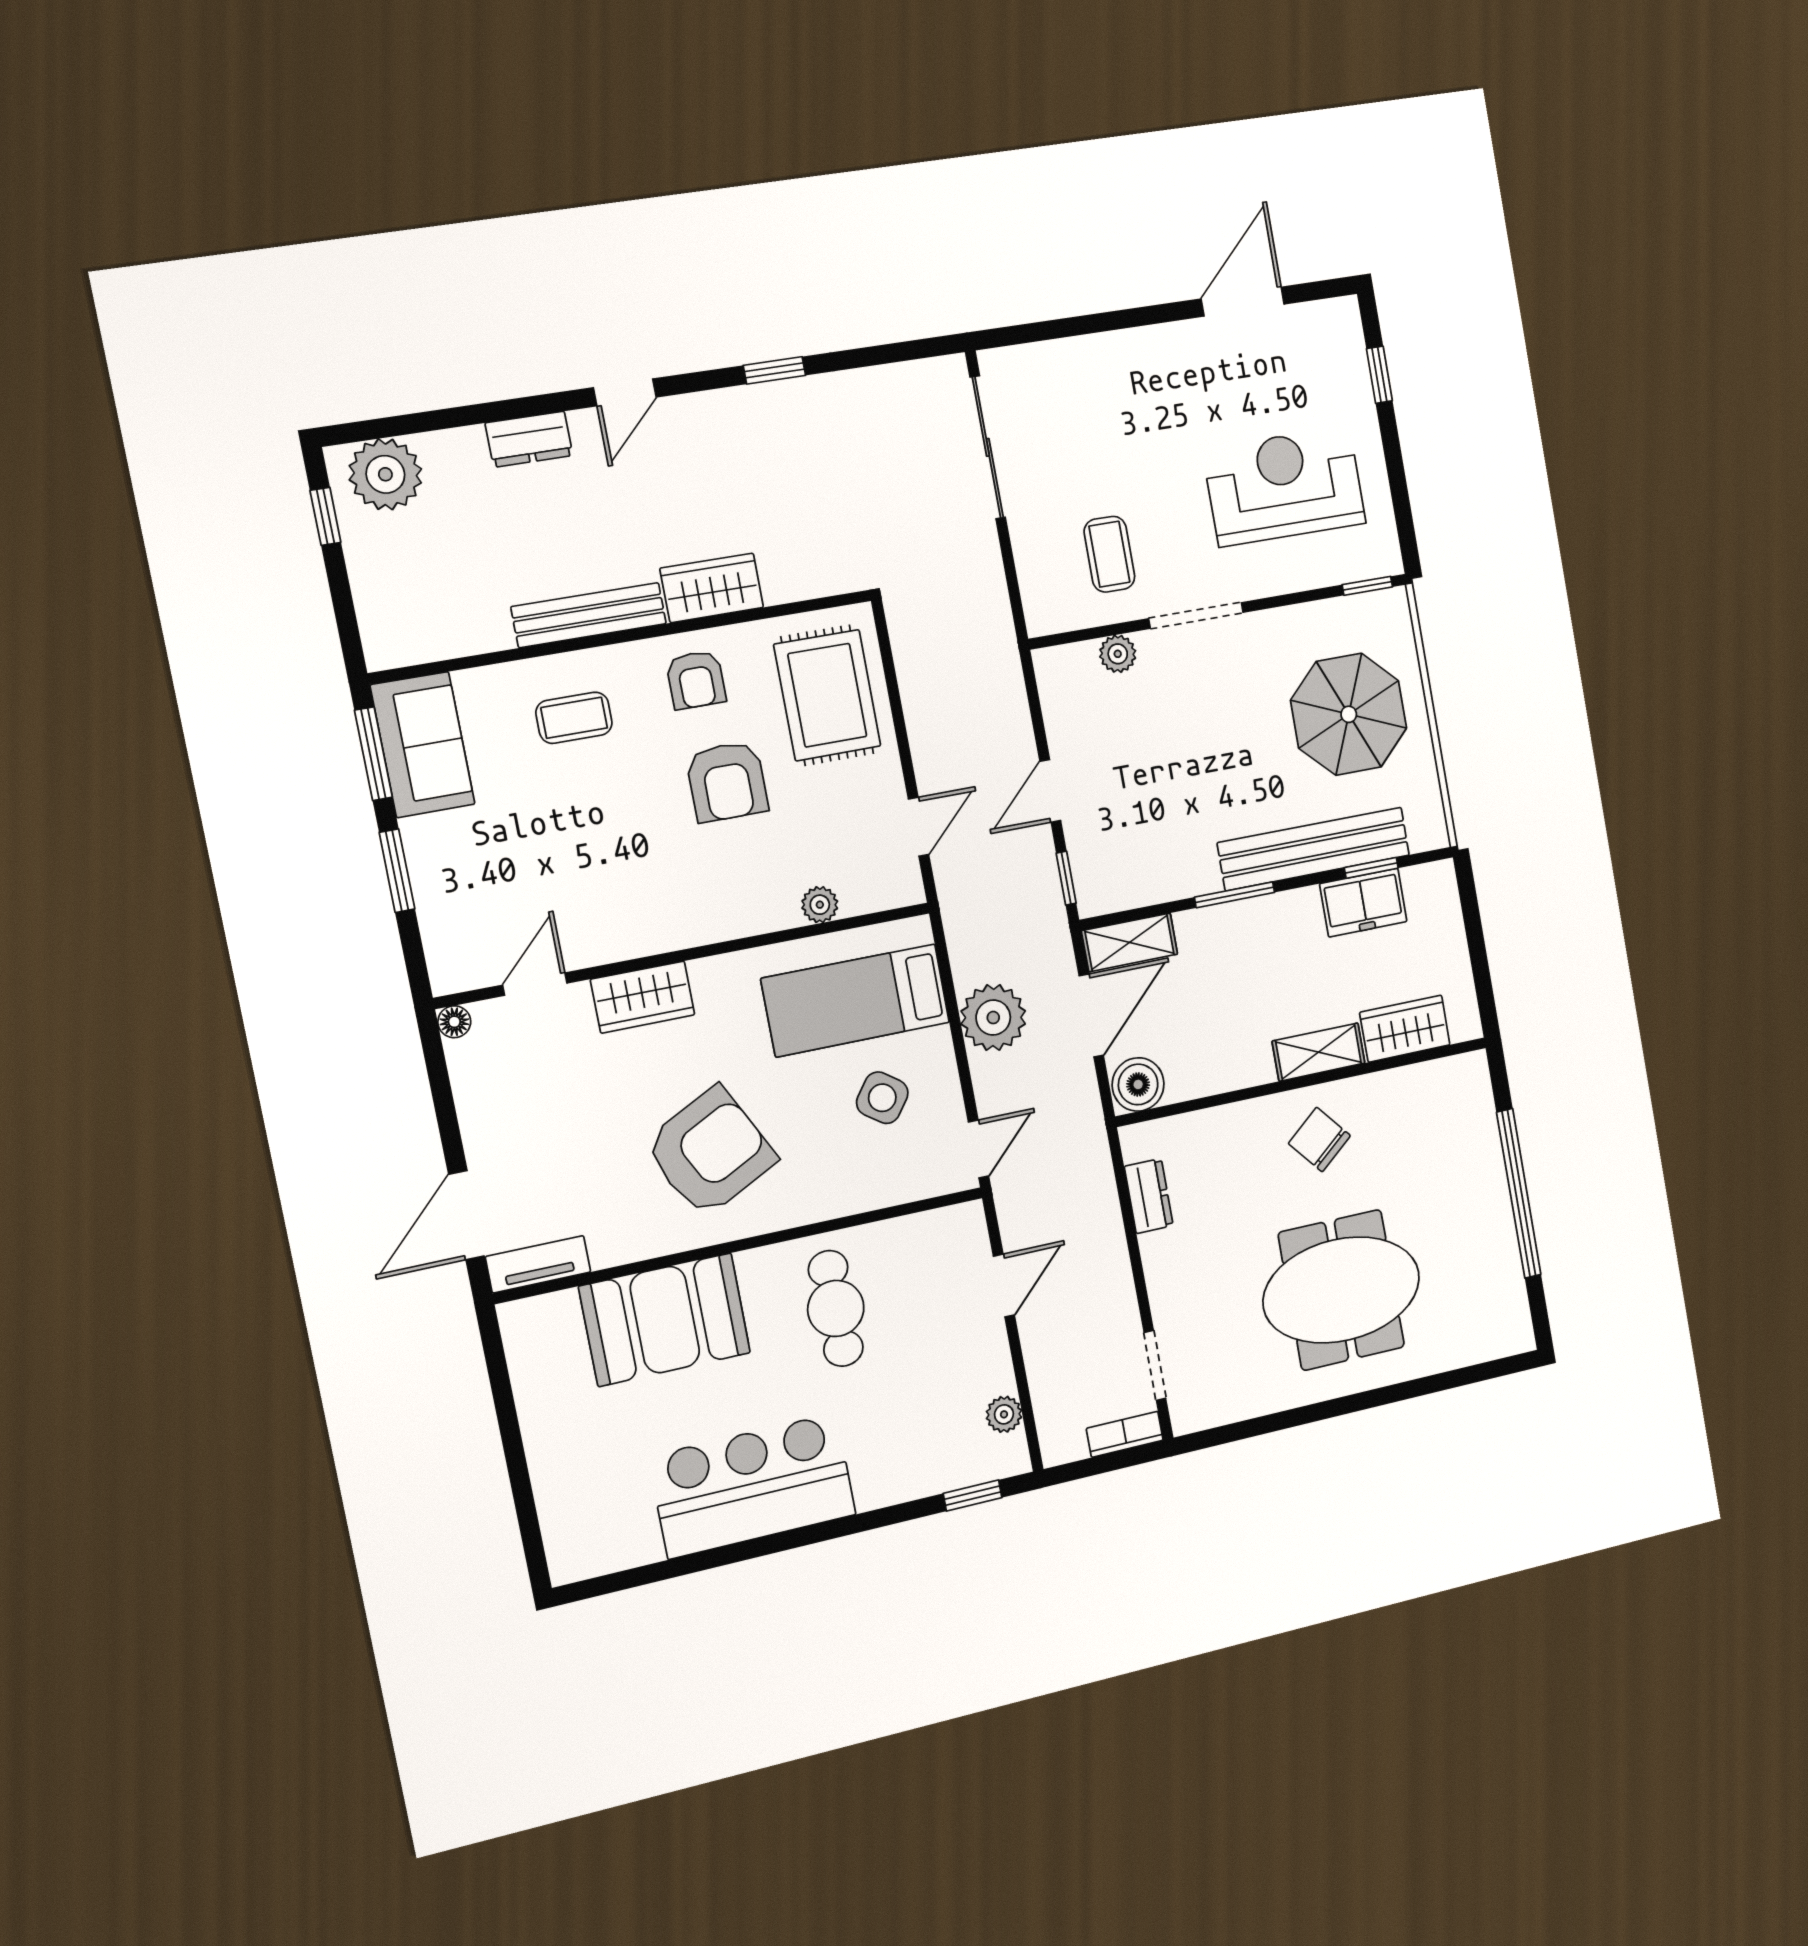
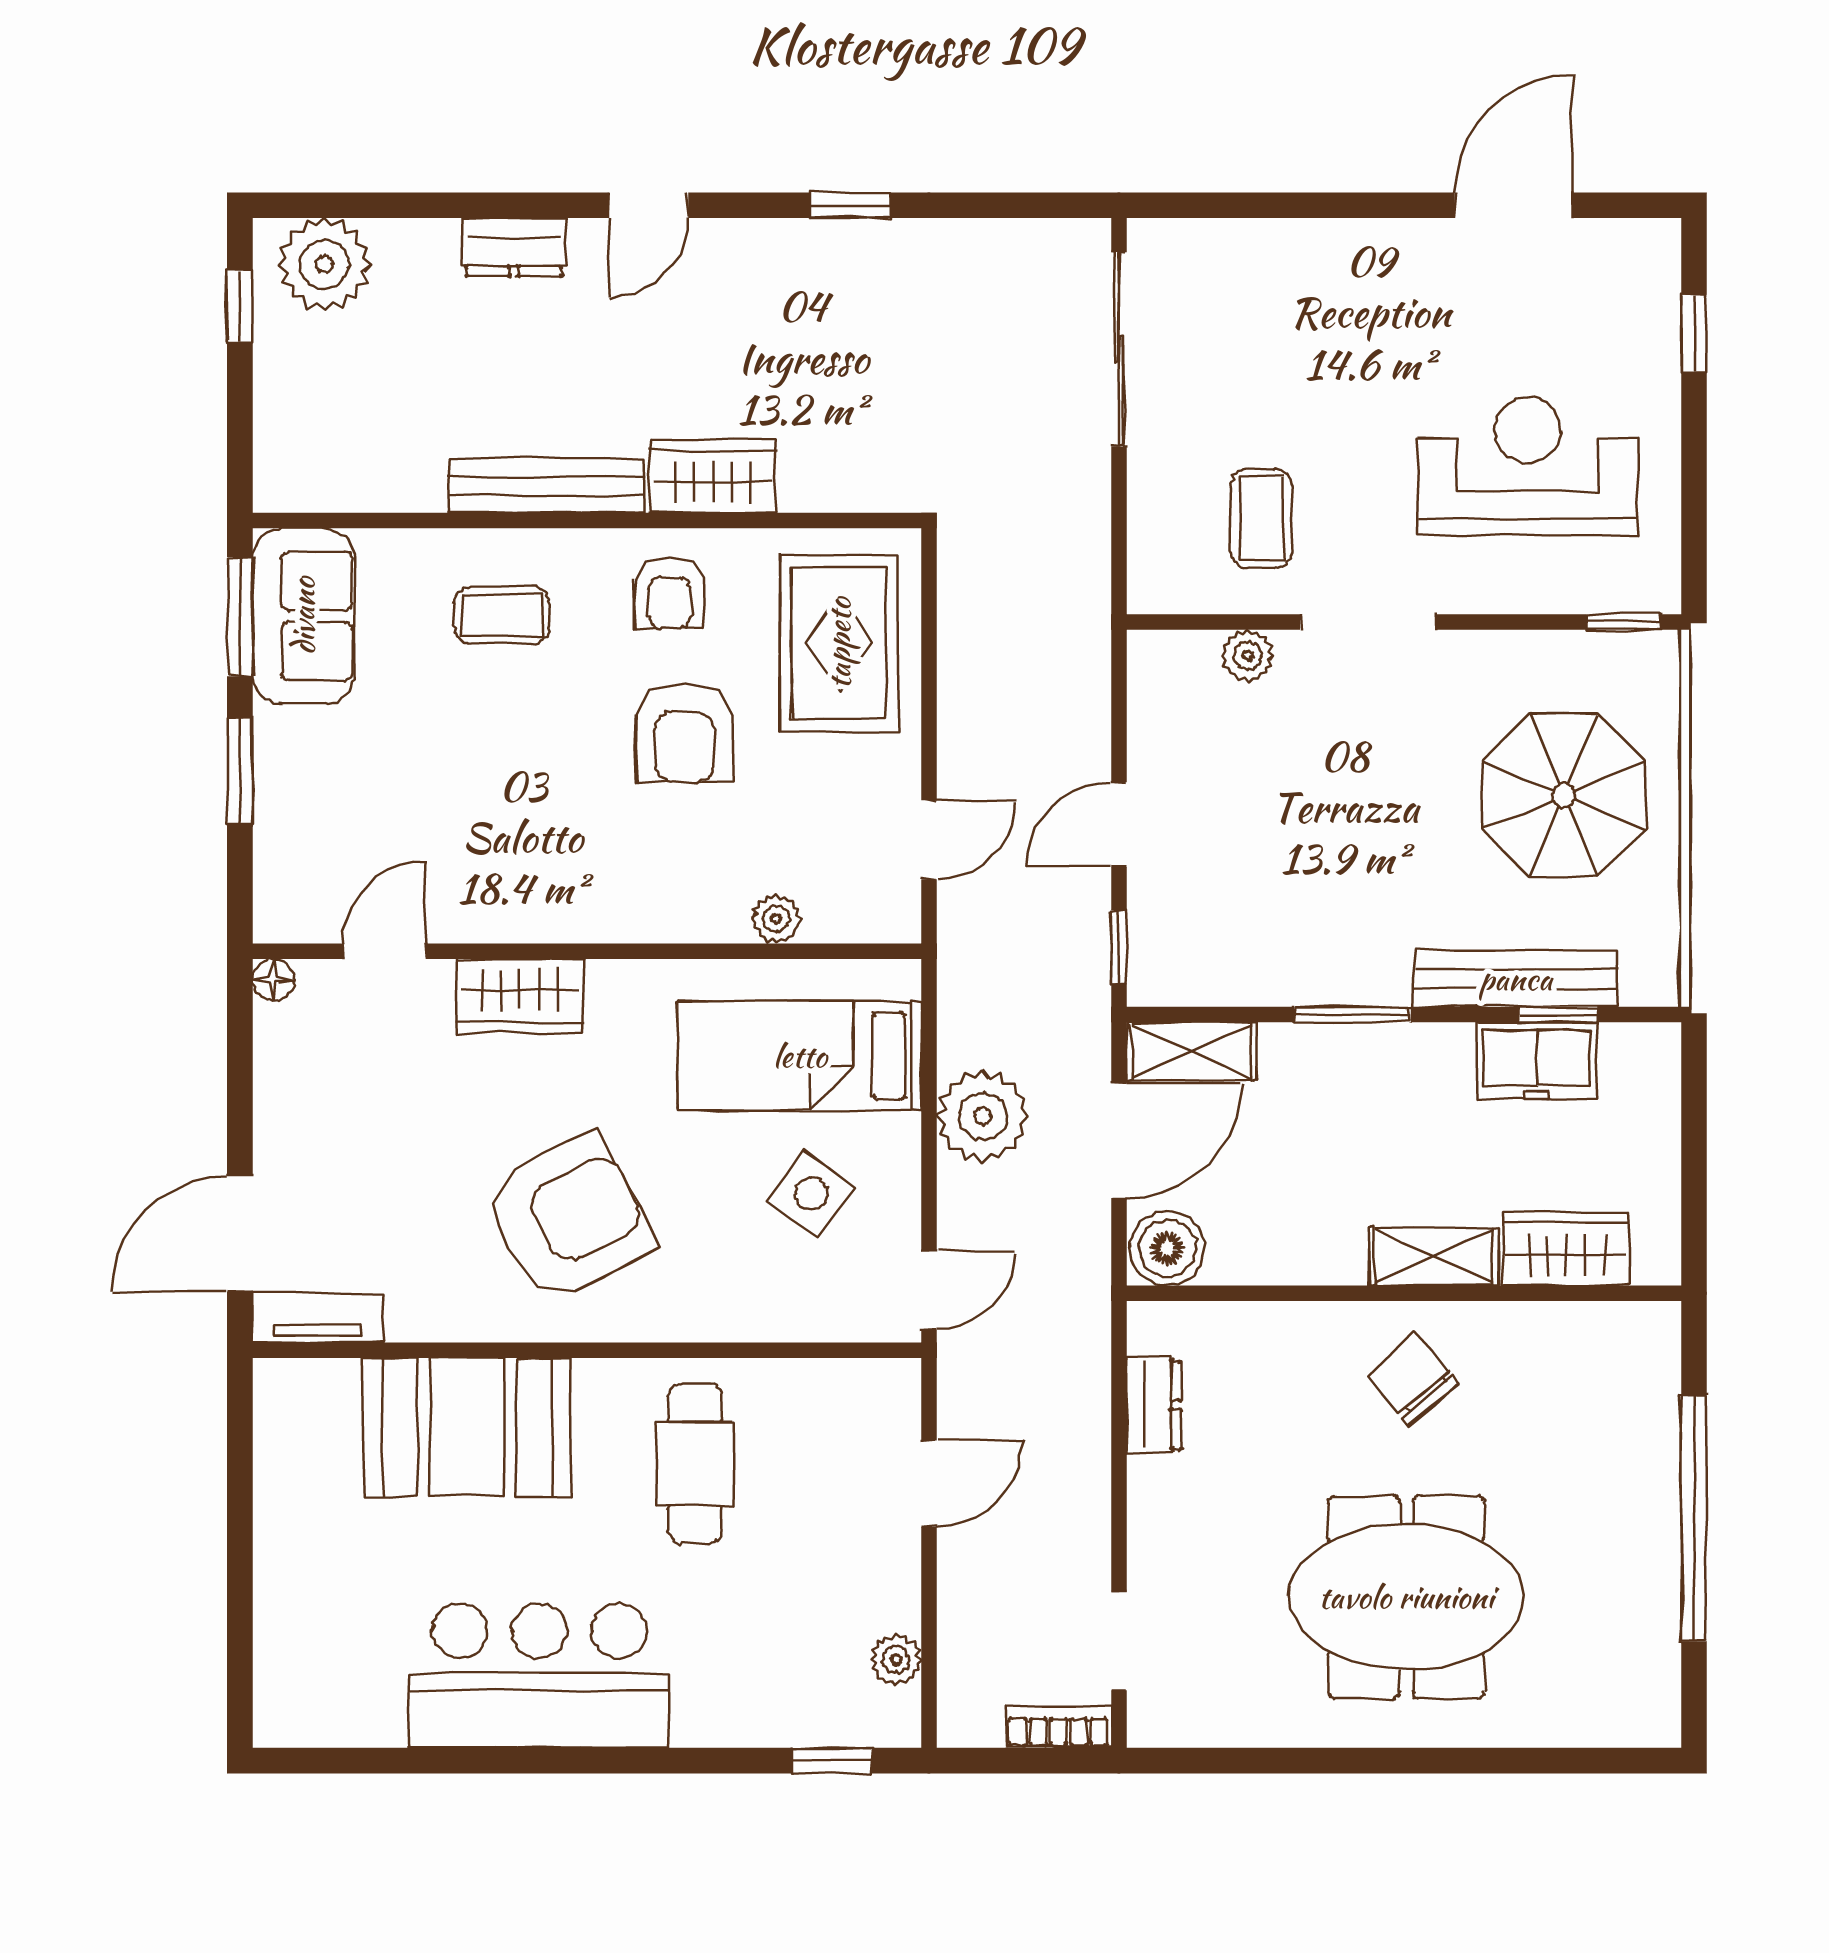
bench: (1314, 849) -> (1516, 979), width x0.73, depth x0.82

